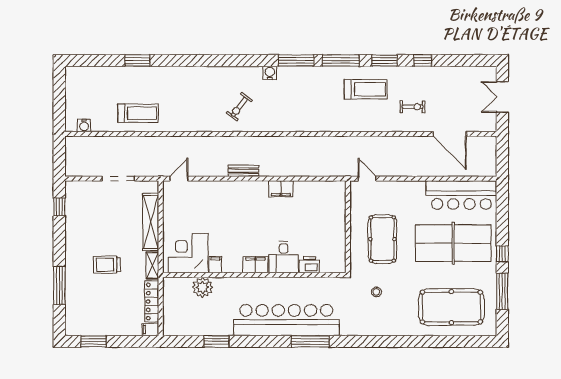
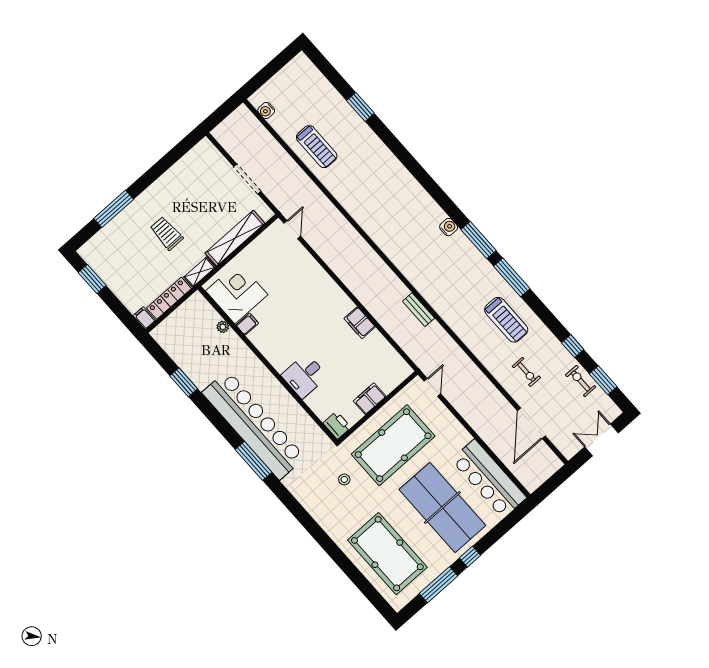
window: (384, 61) -> (603, 380), moved
exercise bike: (239, 107) -> (581, 381), moved, turned 53
bench: (243, 171) -> (419, 310), moved
door: (179, 179) -> (292, 230), hinge flipped
window: (59, 207) -> (179, 150), removed
pool table: (382, 239) -> (393, 445), width x1.36, depth x1.32
filing cabinet: (255, 265) -> (370, 399), moved, turned -90
printer: (309, 265) -> (337, 425), moved
plant: (203, 287) -> (223, 327), width x0.53, depth x0.53

